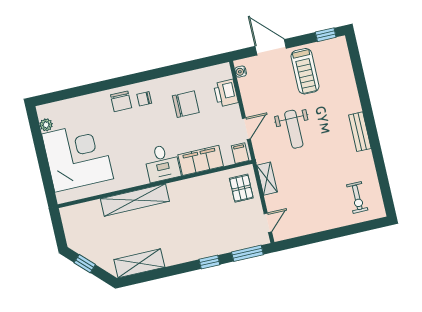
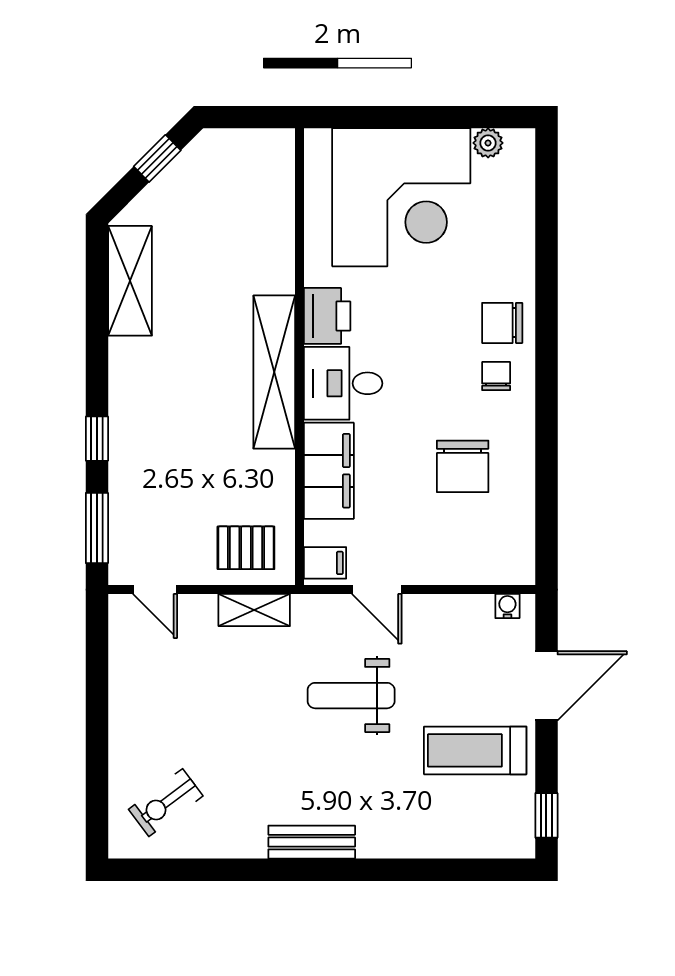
printer: (226, 93) -> (327, 316), moved, turned 90
exercise bike: (357, 197) -> (166, 803), turned -37
shelving: (135, 200) -> (274, 372), moved

